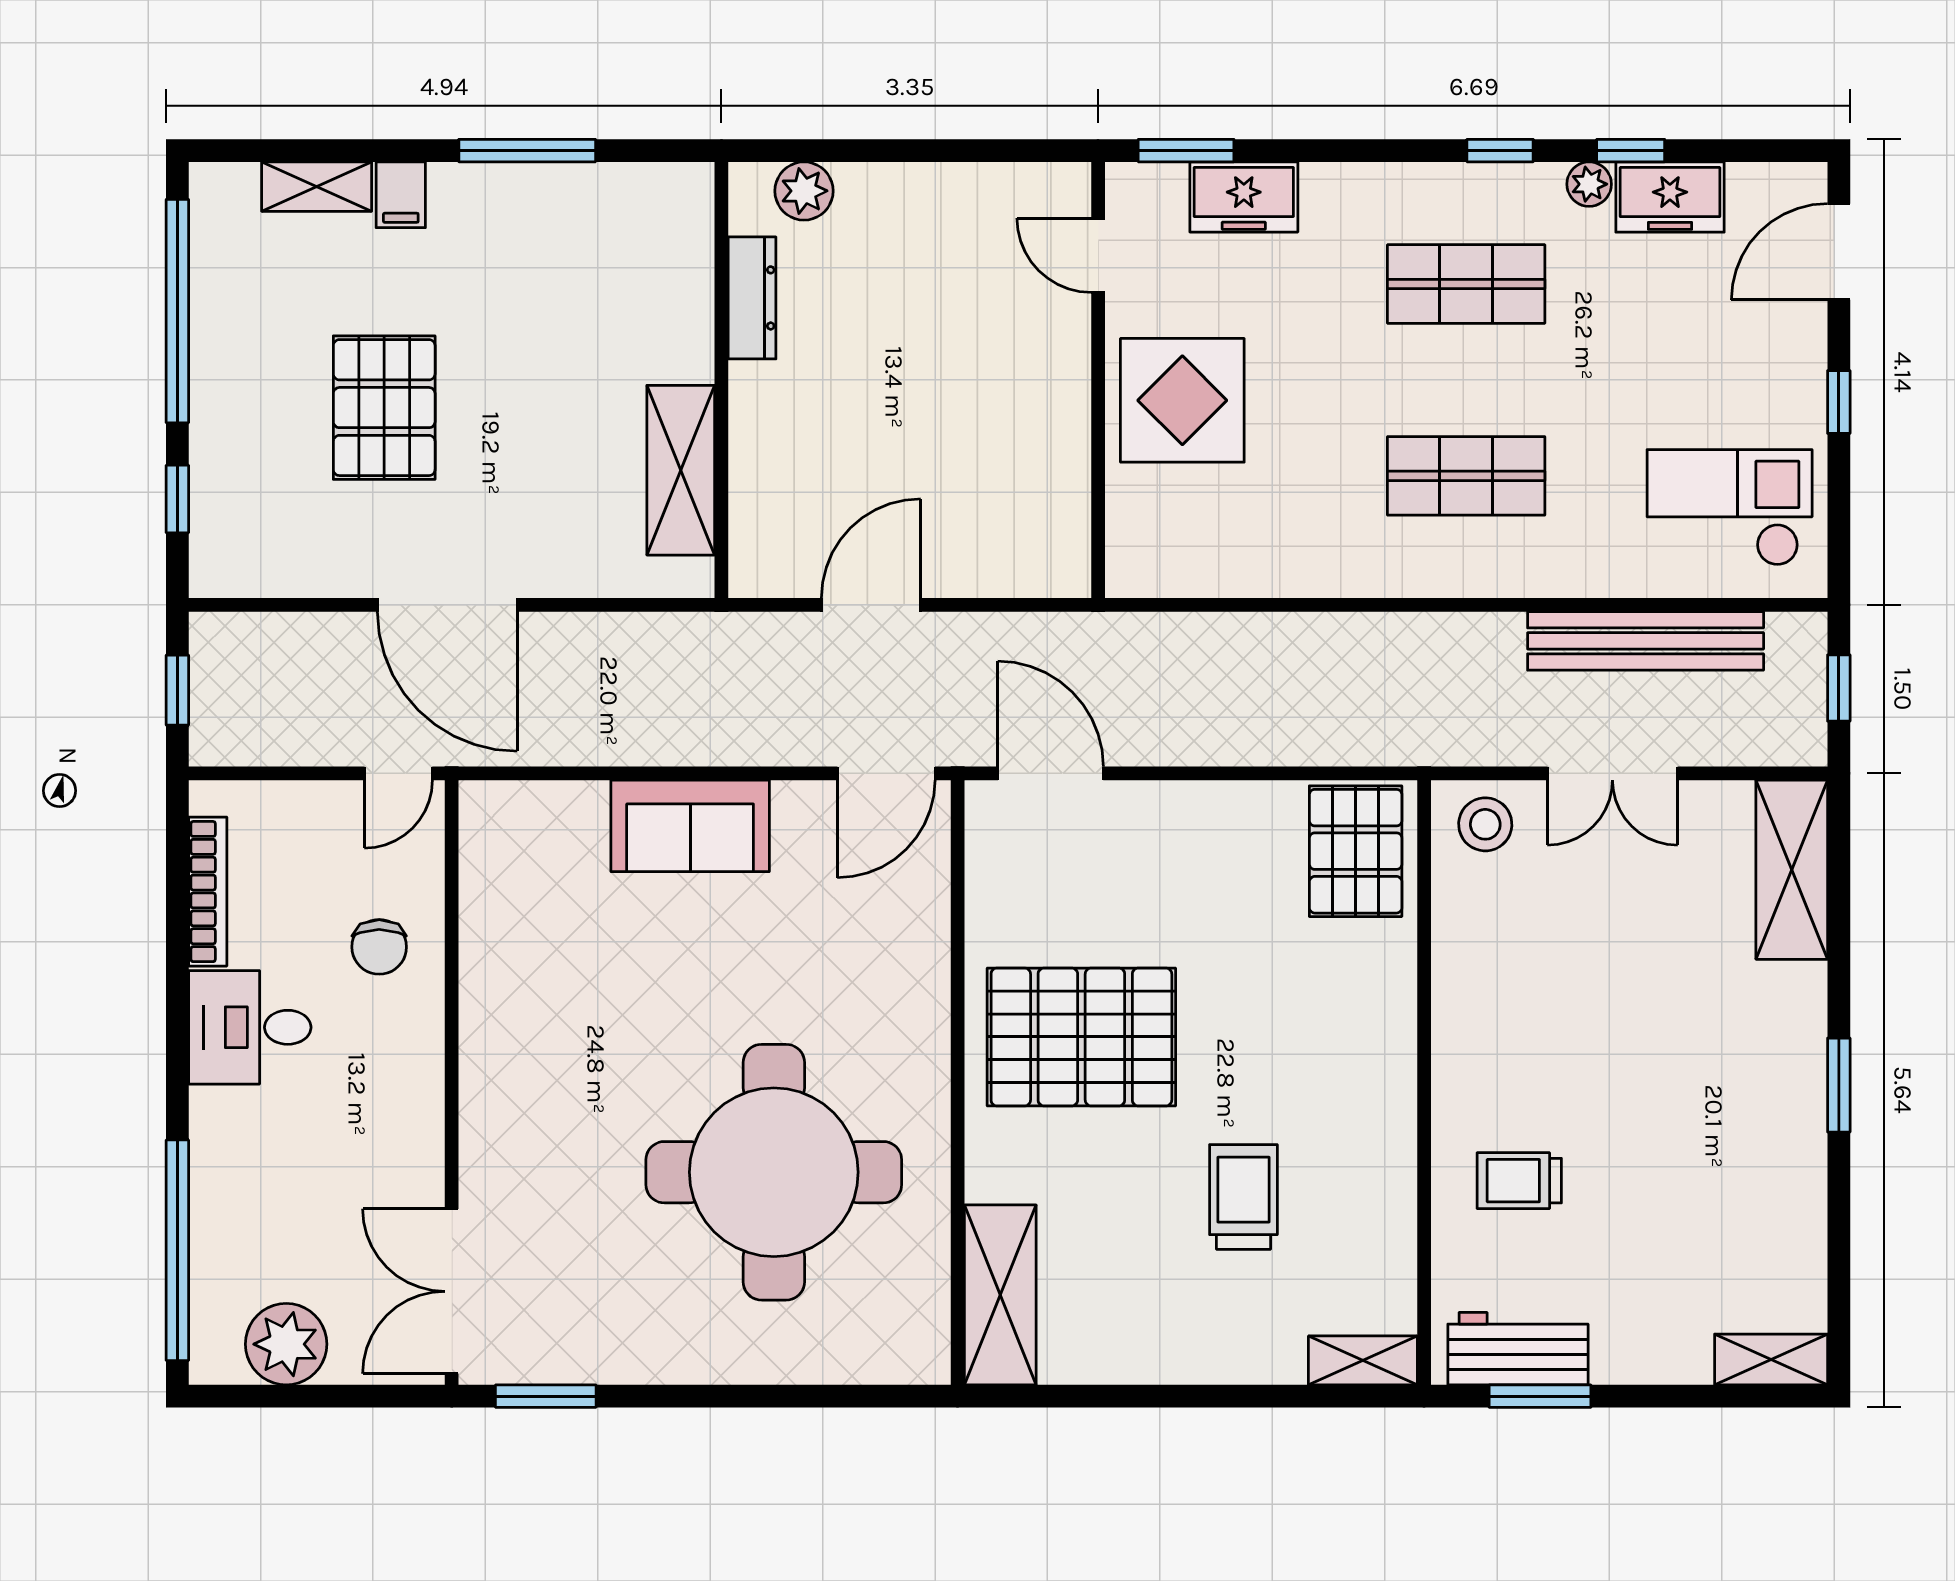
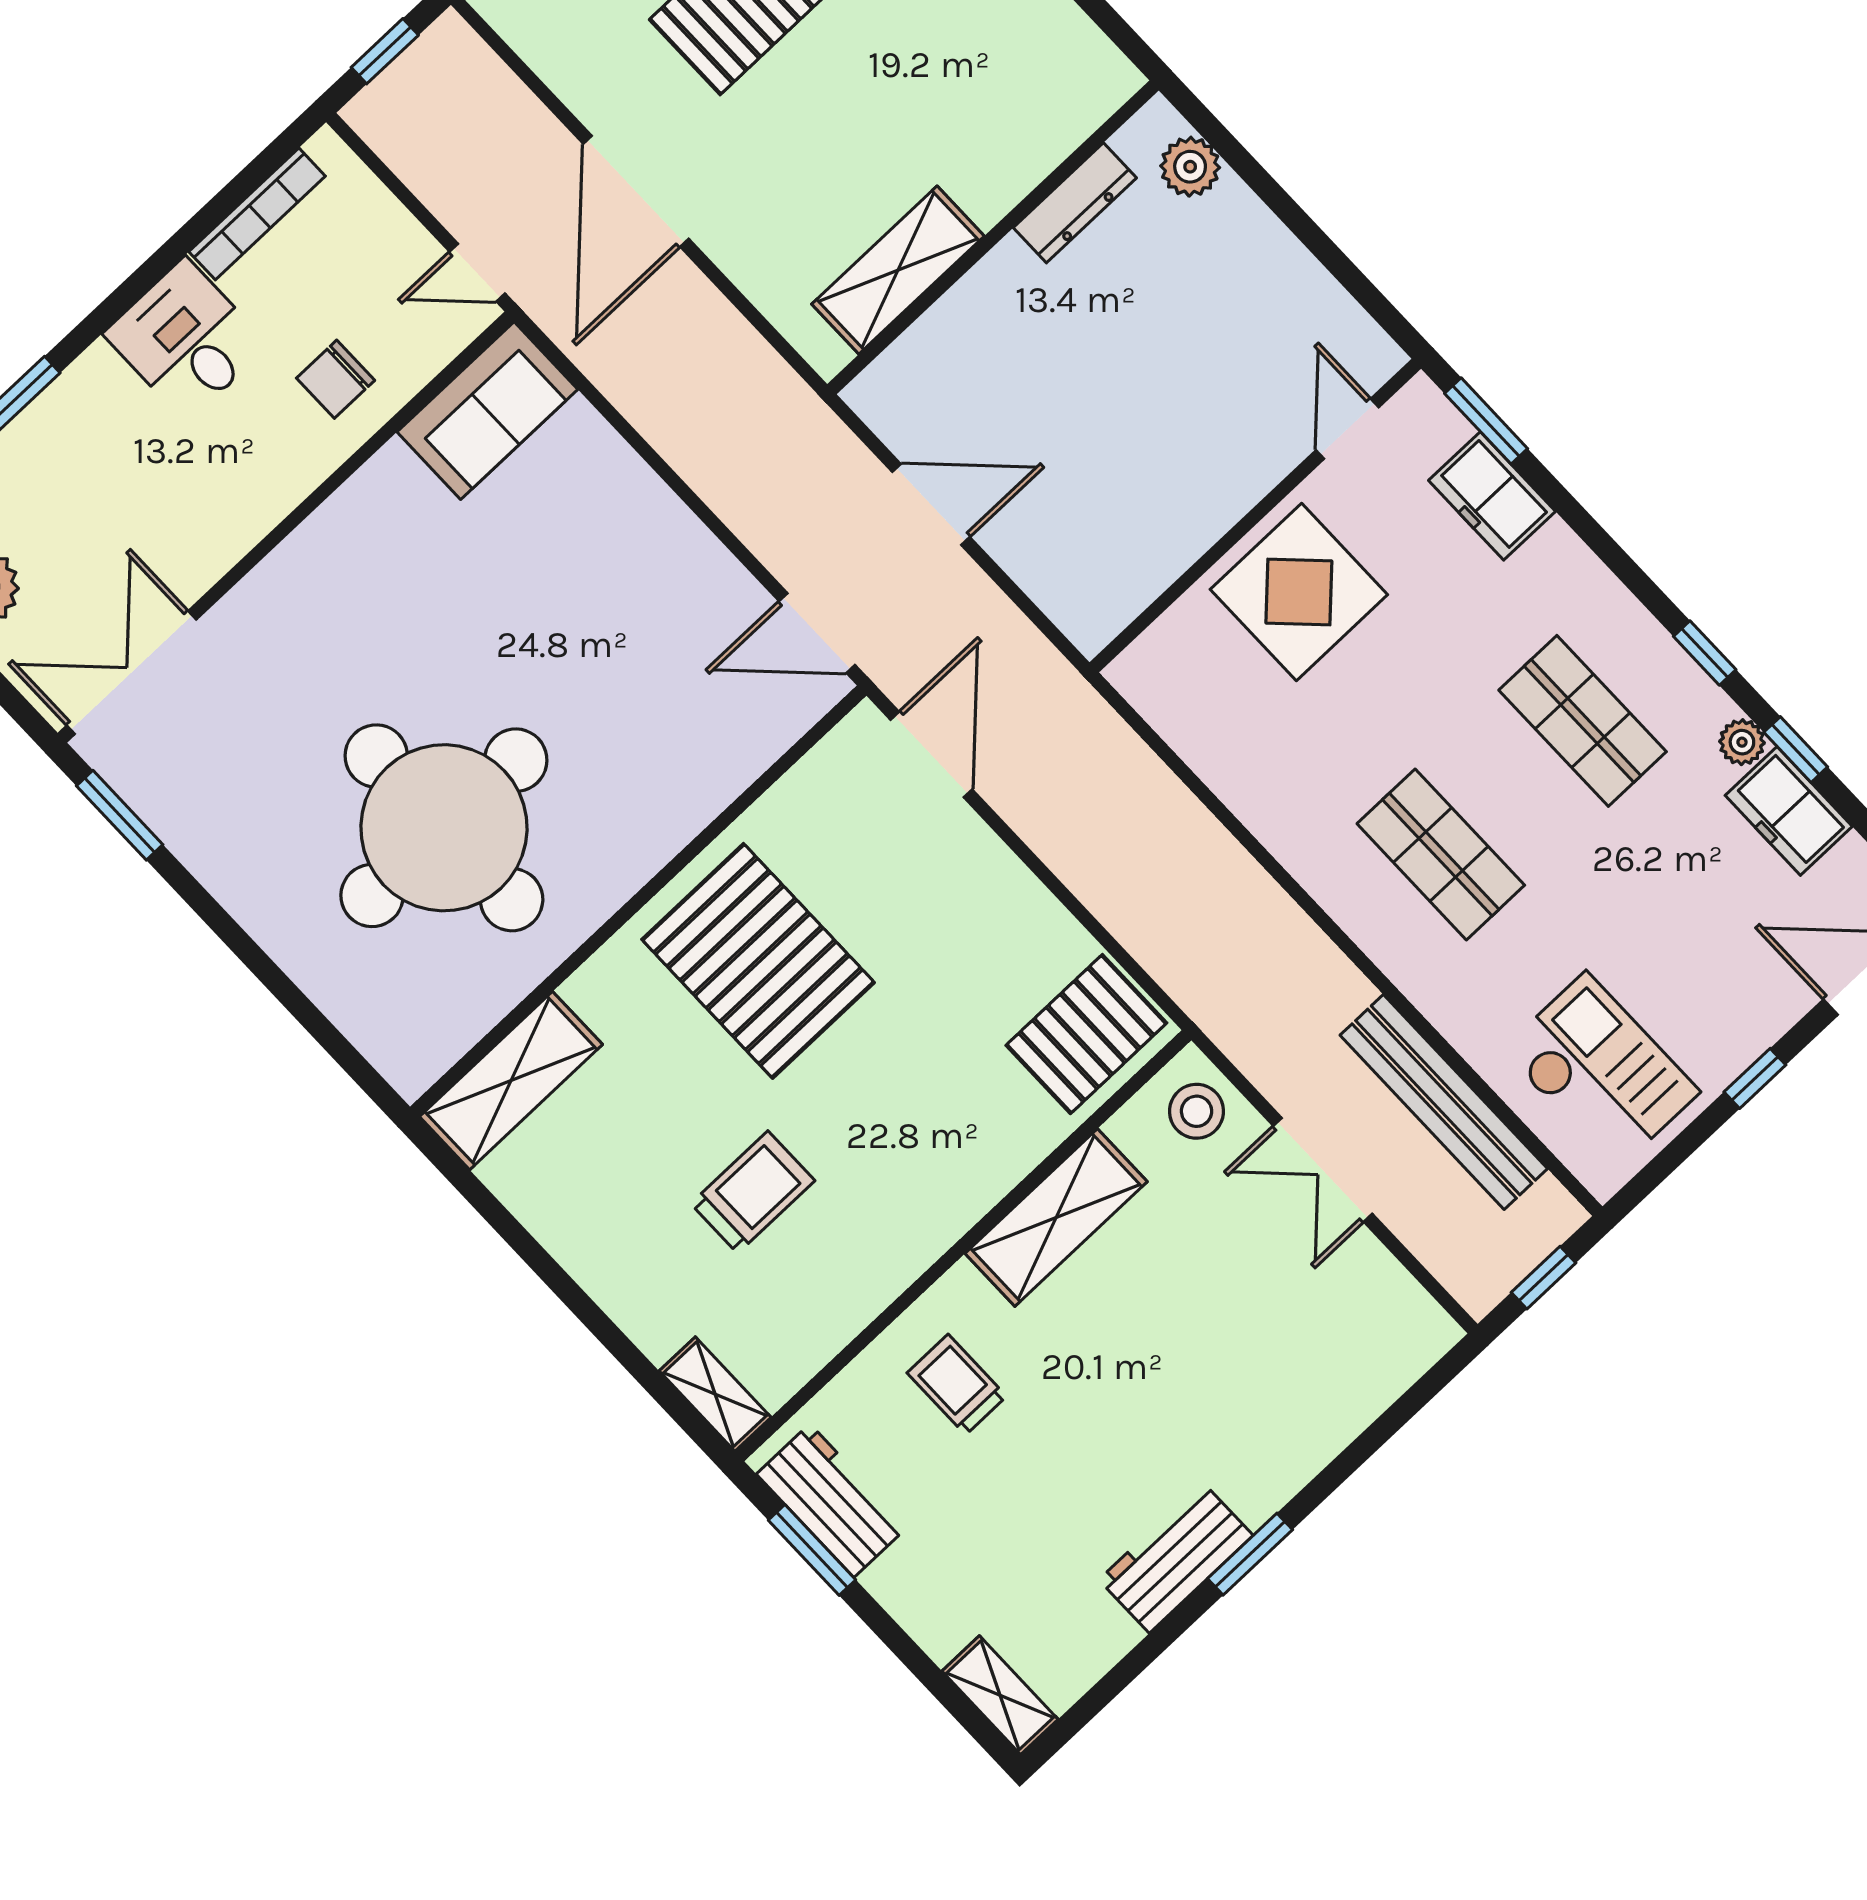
sofa: (690, 826) -> (487, 411), moved, turned -90
shelving: (1792, 870) -> (1056, 1218), moved
workbench: (1791, 1140) -> (1176, 1558), added

